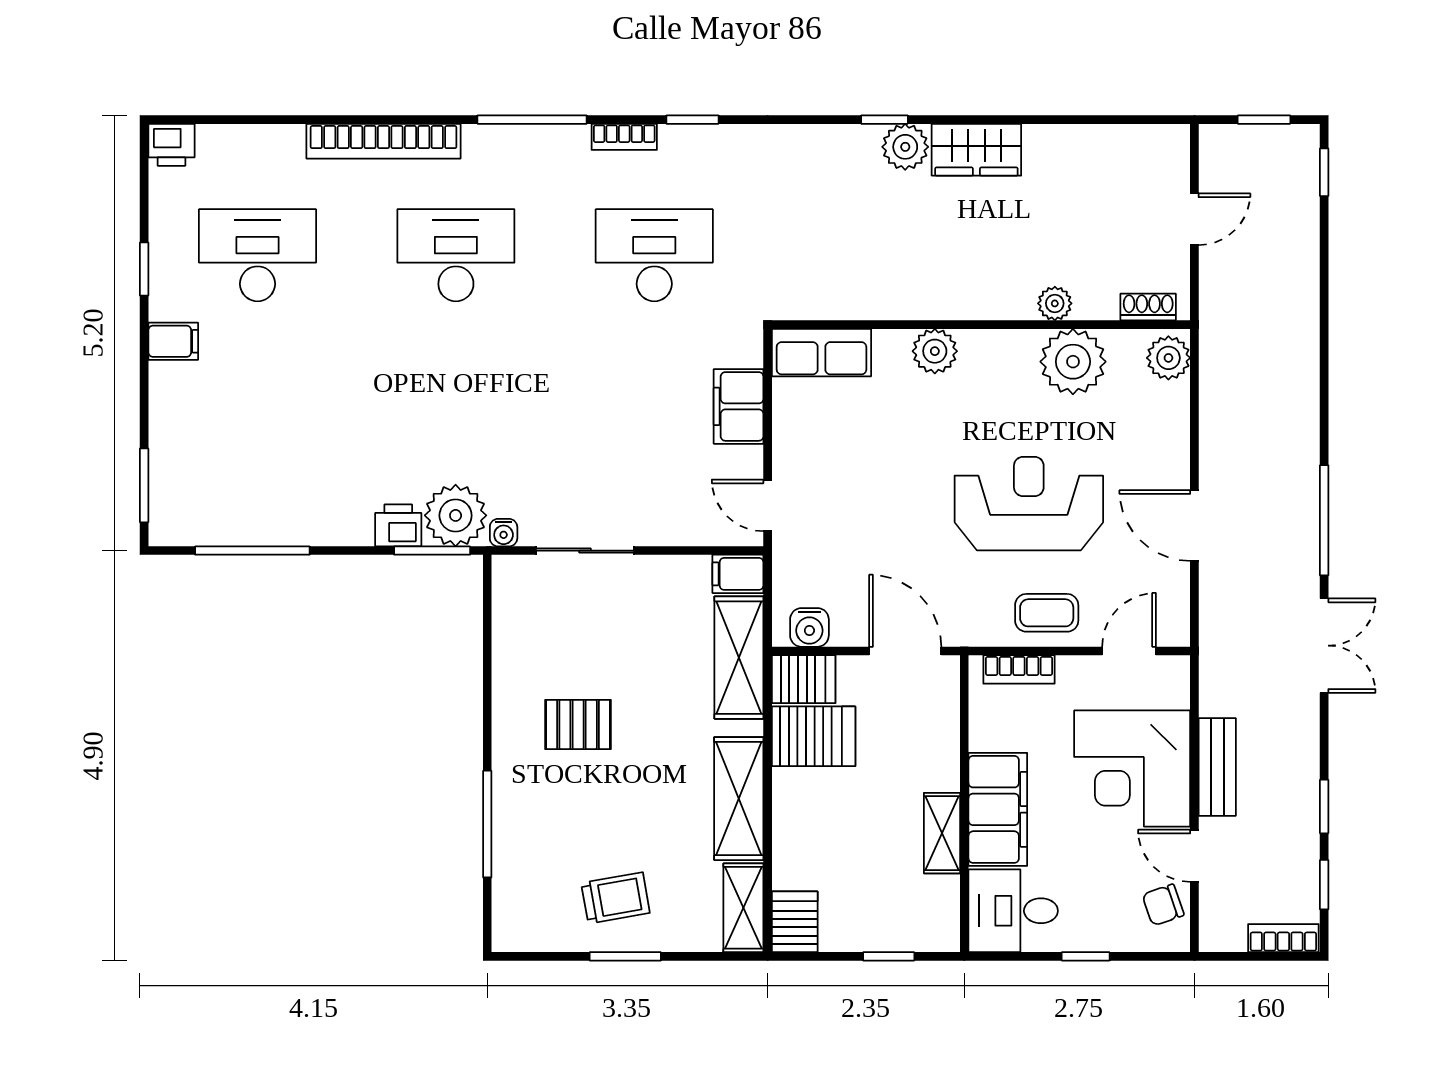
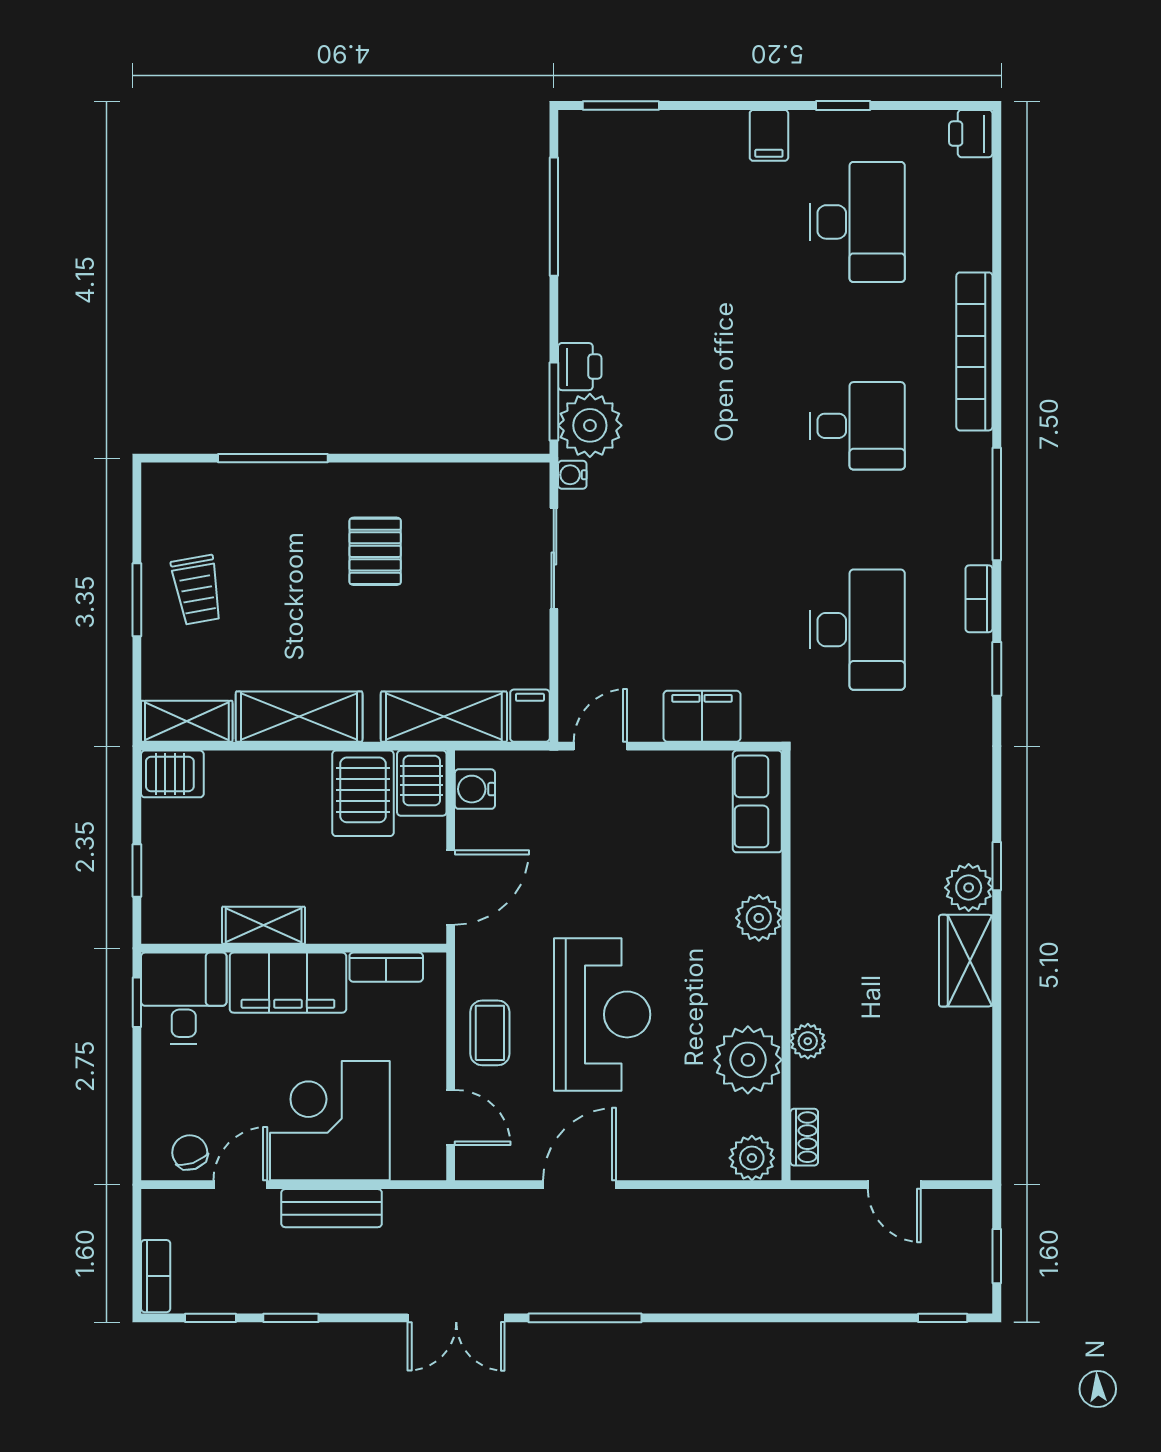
desk: (456, 255) -> (857, 426), width x0.73
bookcase: (1019, 669) -> (386, 967), moved, turned -90
window: (1086, 956) -> (137, 1002), moved

